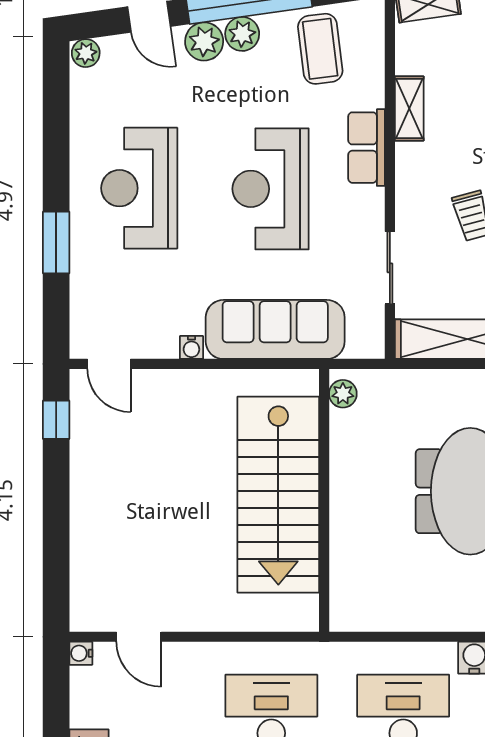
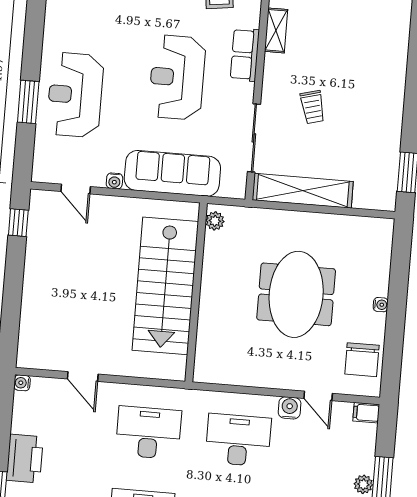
reception desk: (139, 188) -> (75, 95), moved
sliding door: (390, 268) -> (254, 138), width x1.37
door: (109, 364) -> (76, 189), moved
door: (139, 637) -> (83, 377), moved

